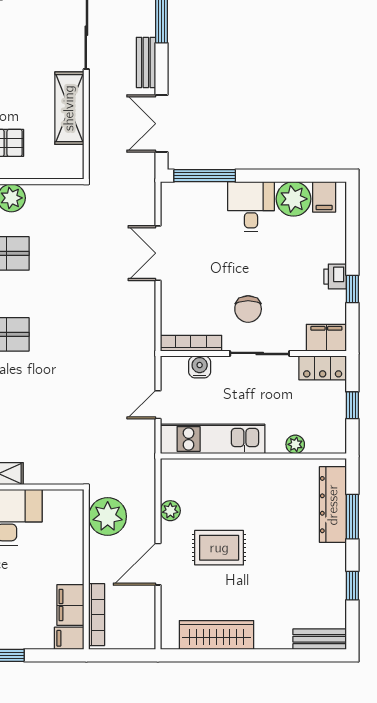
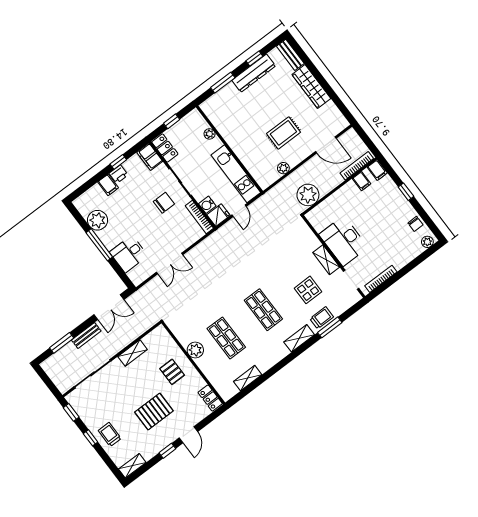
shelving: (69, 108) -> (133, 353), width x0.67, depth x0.75
window: (205, 176) -> (99, 245), moved
filing cabinet: (324, 197) -> (108, 185), moved, turned 90
desk: (251, 207) -> (129, 254), moved
fridge: (173, 372) -> (218, 215), added
door: (158, 405) -> (239, 211), hinge flipped
dresser: (333, 505) -> (254, 73), moved
rug: (219, 548) -> (283, 133), turned 90
door: (158, 564) -> (326, 145), moved
filing cabinet: (70, 605) -> (362, 181), width x0.50
wardrobe: (216, 635) -> (311, 87), moved

